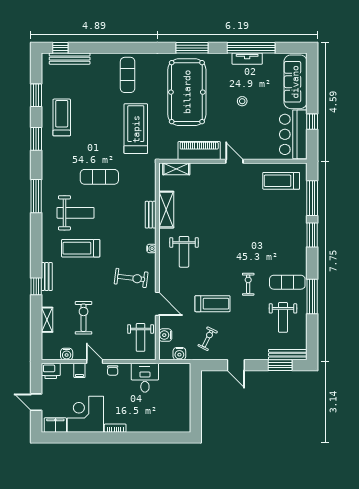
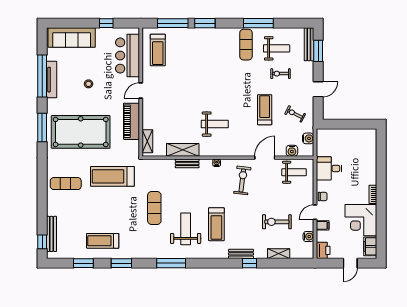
tv unit: (247, 59) -> (52, 80), width x1.41
bar counter: (293, 134) -> (128, 56), moved, turned 90
weight bench: (184, 252) -> (215, 124), moved
exercise bike: (248, 284) -> (280, 74), moved

